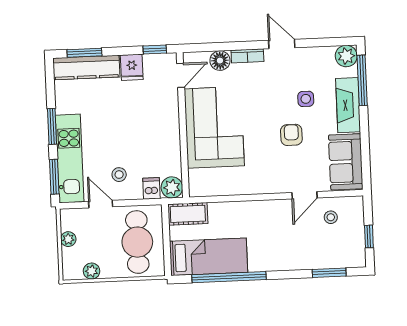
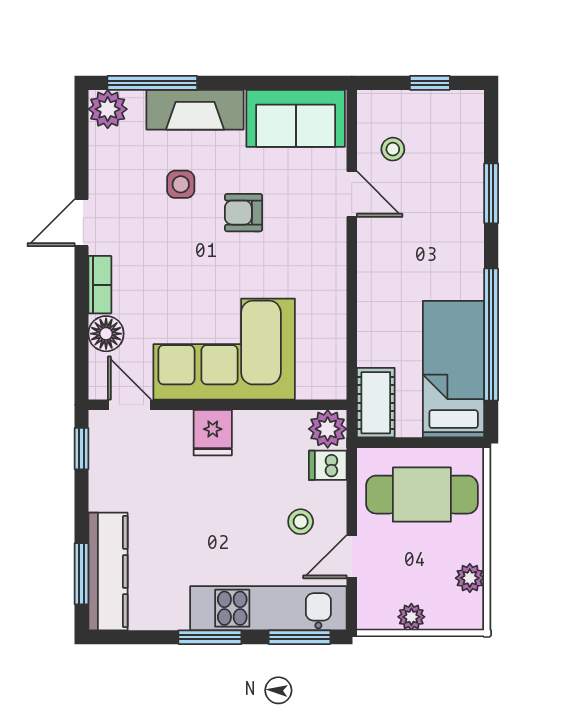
fridge: (132, 67) -> (213, 433), moved, turned 90
window: (329, 273) -> (491, 193), moved

